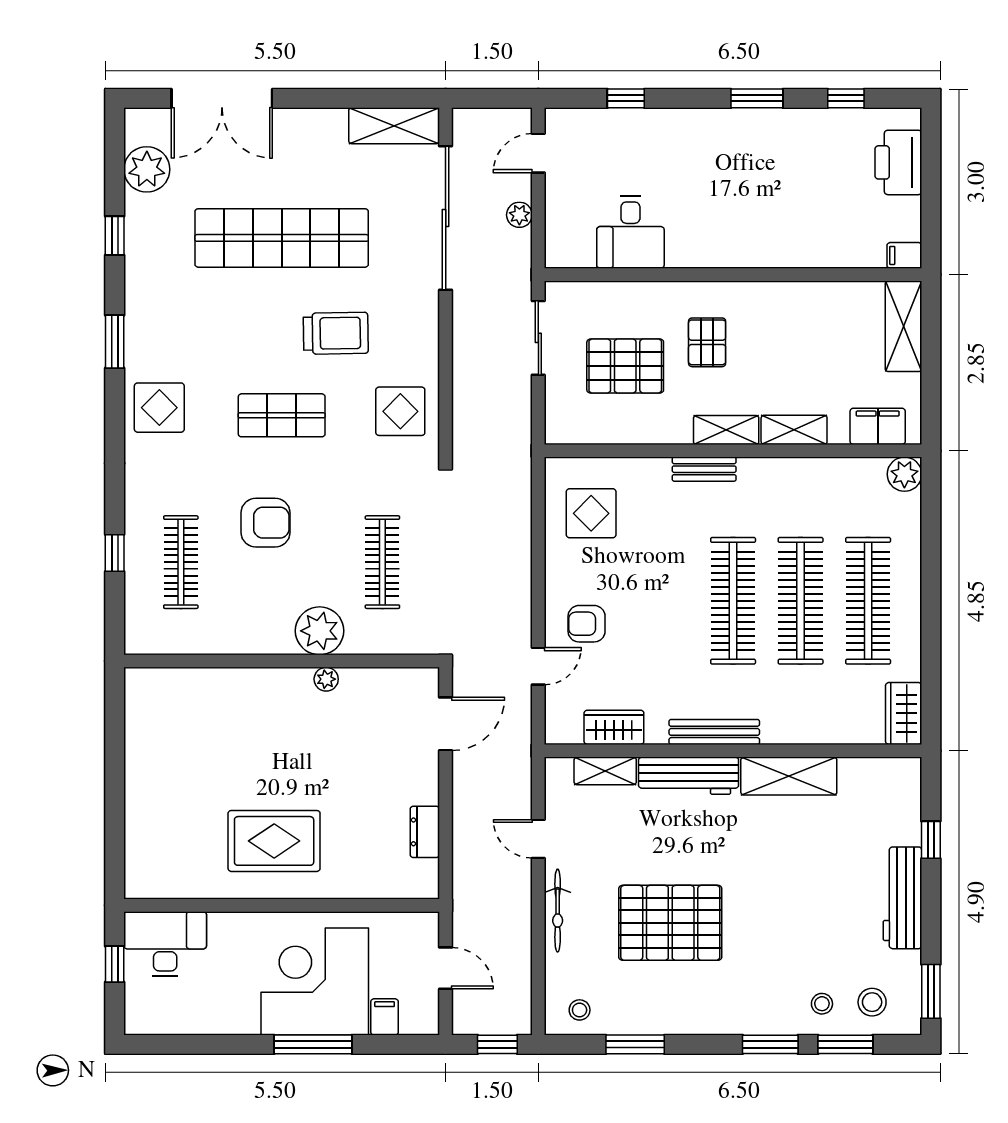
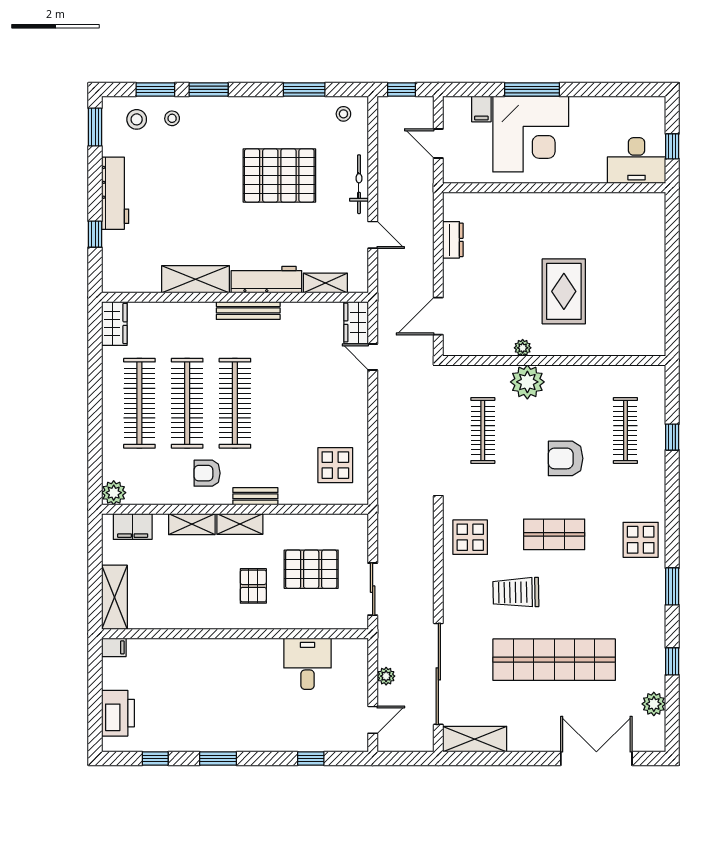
plant: (147, 169) -> (654, 704), width x0.73, depth x0.73
armchair: (587, 624) -> (207, 473), moved, turned 180
door: (538, 666) -> (373, 357), hinge flipped
wardrobe: (614, 727) -> (356, 323), moved, turned 90
rug: (274, 841) -> (564, 291), moved, turned 90

